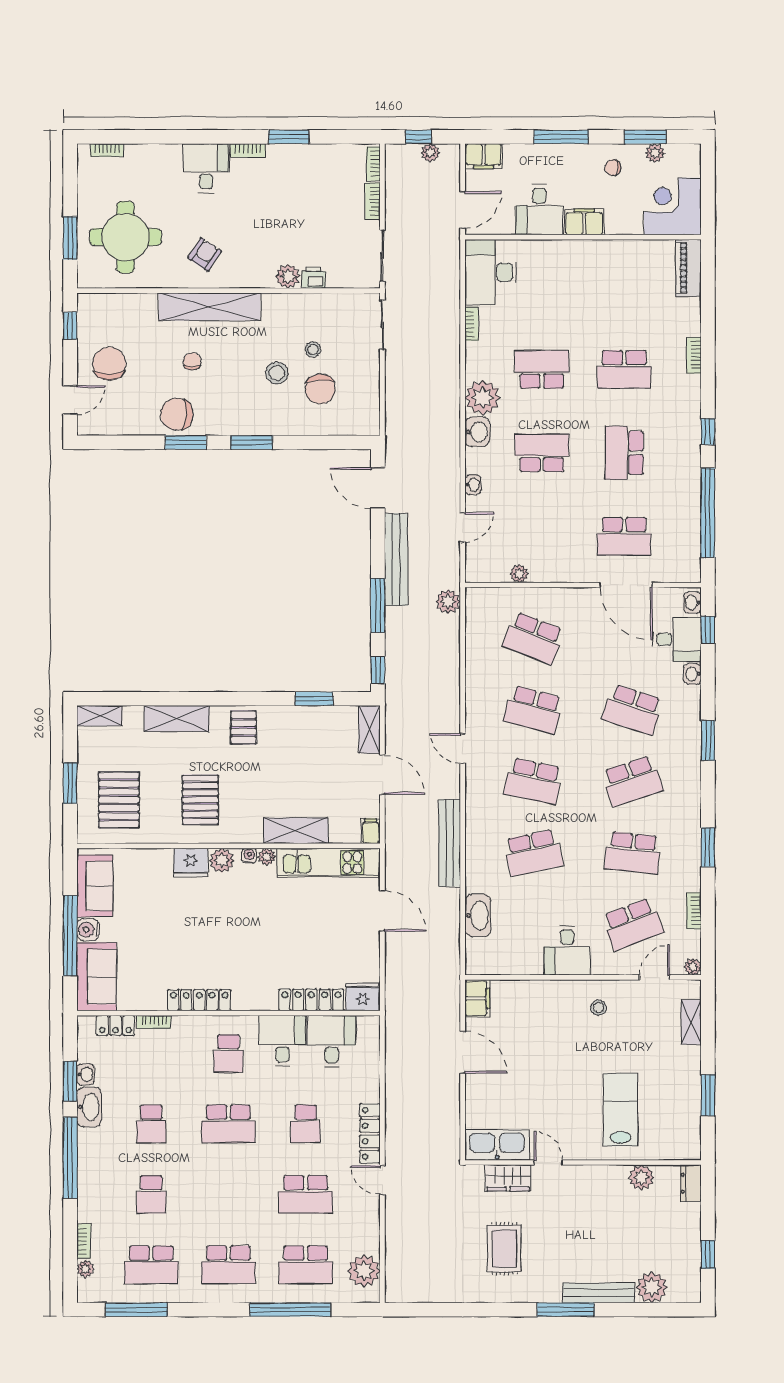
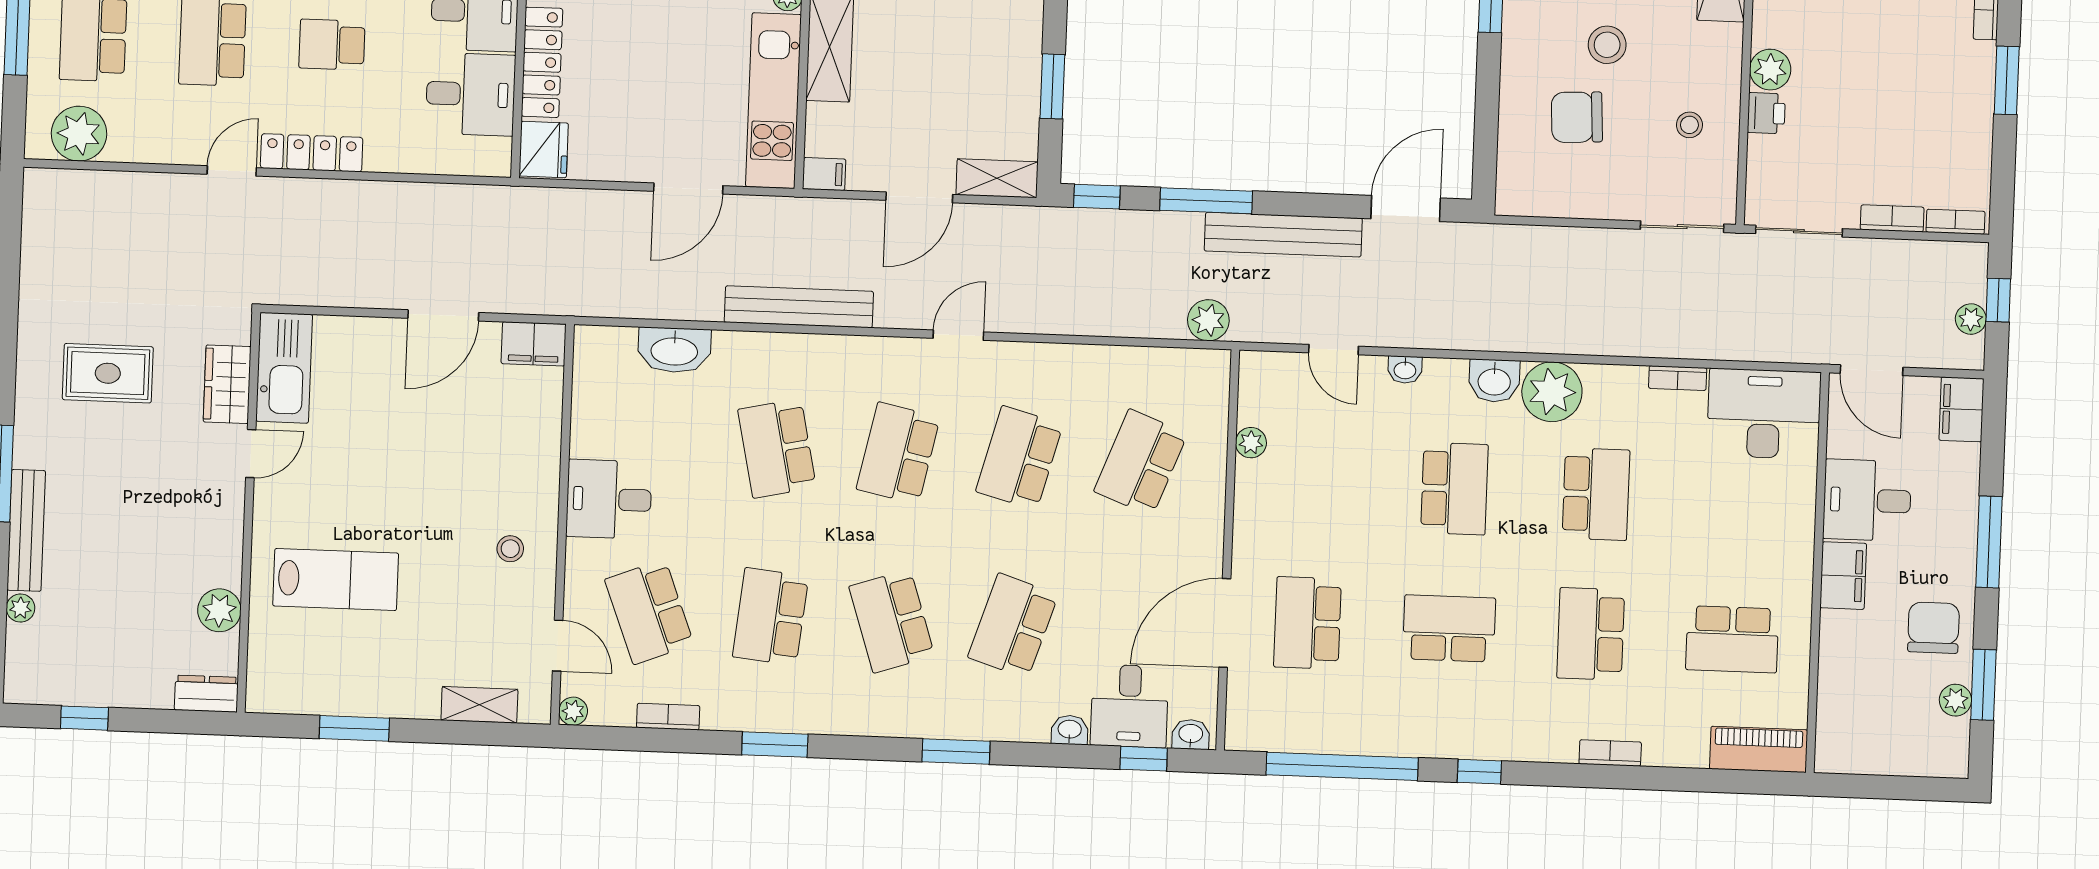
chair: (613, 168) -> (1934, 628), width x1.87, depth x1.87
corner desk: (673, 206) -> (1864, 727), removed
school desk: (624, 286) -> (1732, 639), added
stool: (313, 349) -> (1689, 125), moved
plant: (652, 1287) -> (20, 608), width x0.53, depth x0.53

